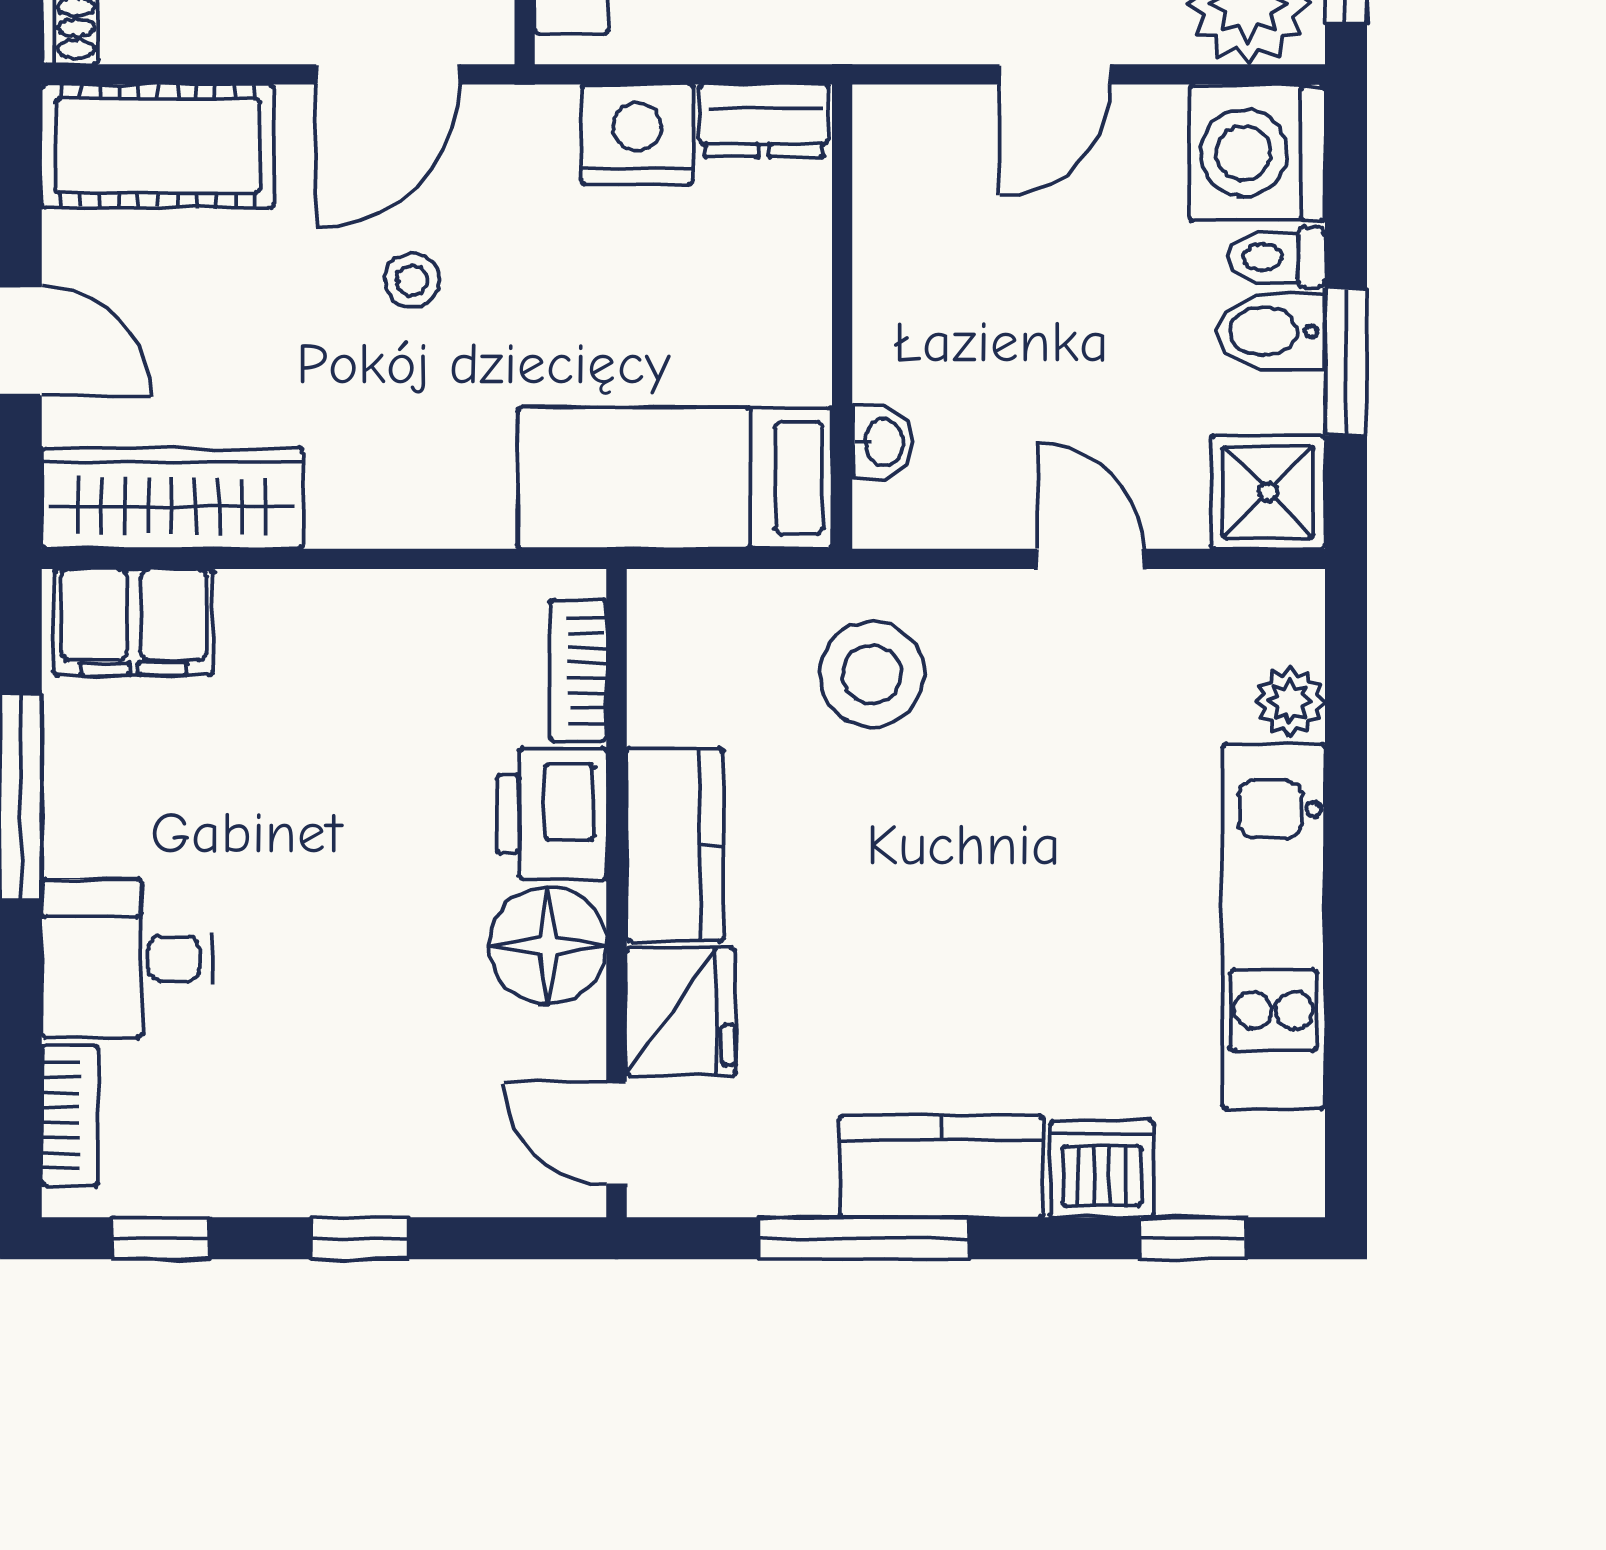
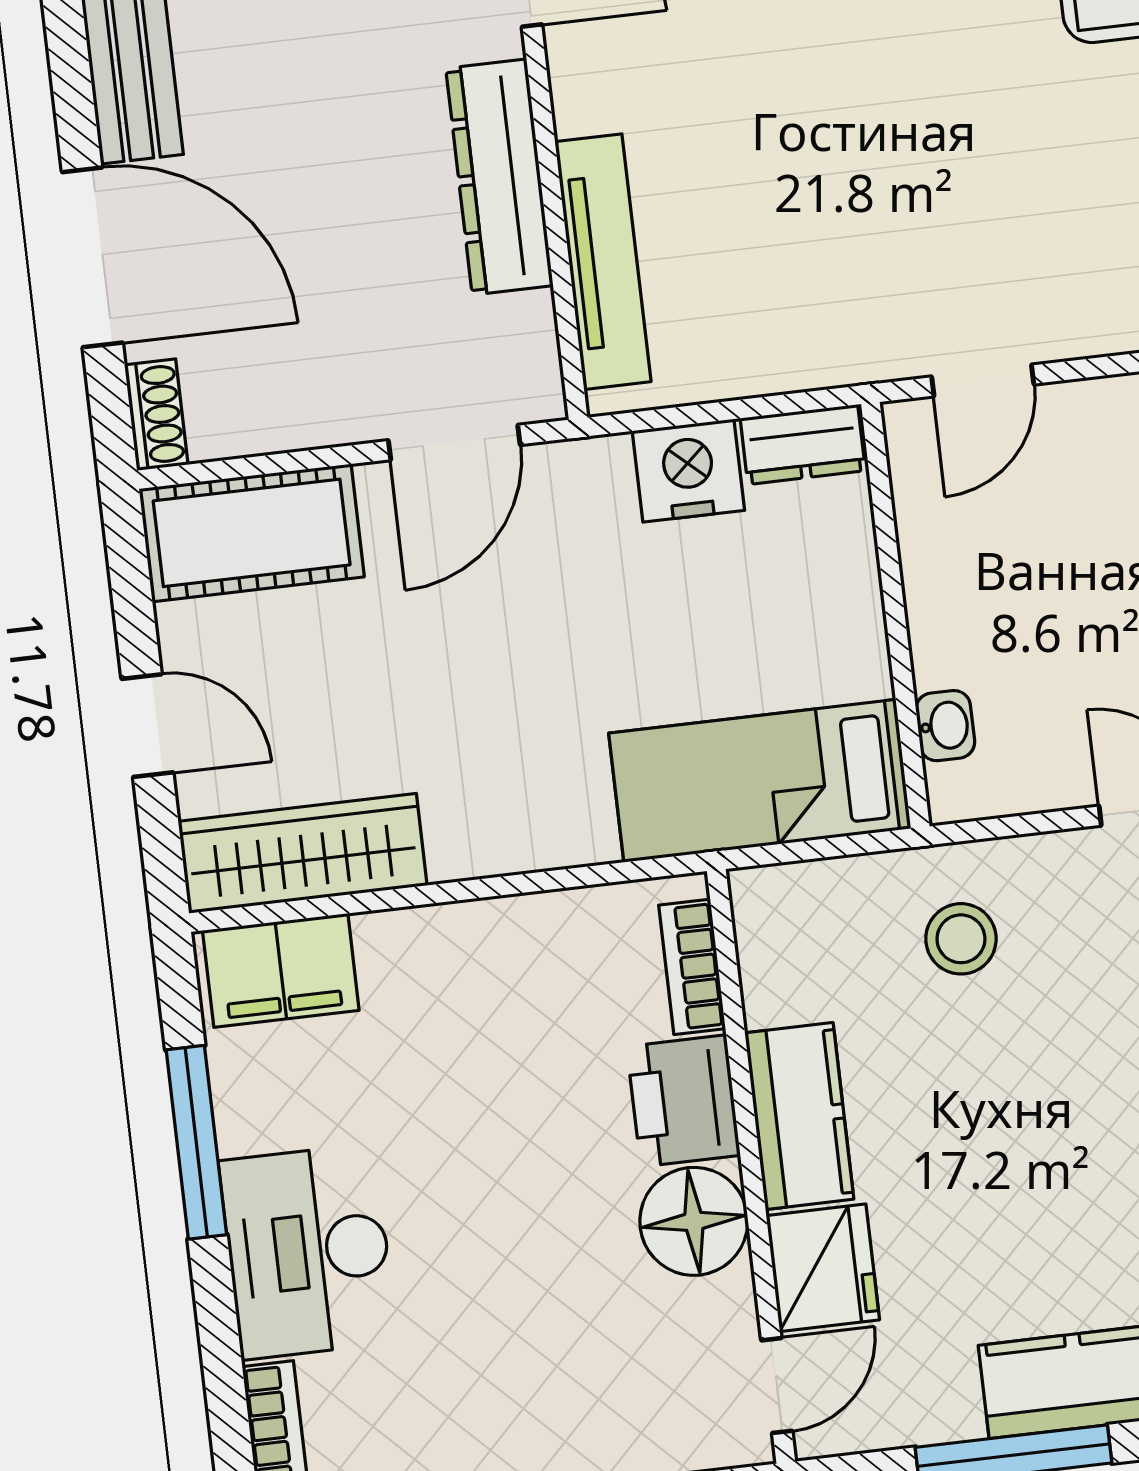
door: (1055, 74) -> (983, 381), moved
stool: (412, 280) -> (498, 628), removed
stool: (872, 674) -> (961, 939), width x0.73, depth x0.73
desk: (127, 959) -> (308, 1252), width x1.37
door: (616, 1133) -> (777, 1386), swing flipped

